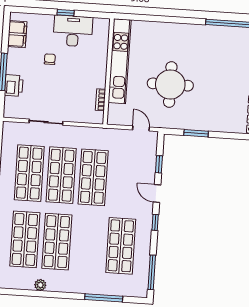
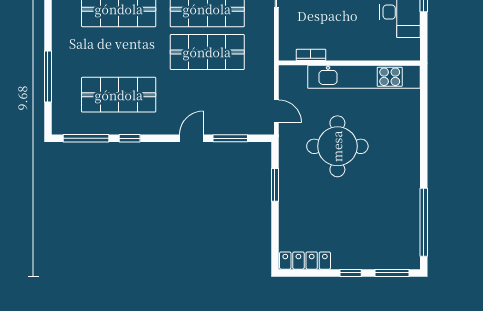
door: (141, 128) -> (276, 111), hinge flipped
window: (159, 164) -> (230, 138), width x1.50
window: (155, 222) -> (130, 138), moved

